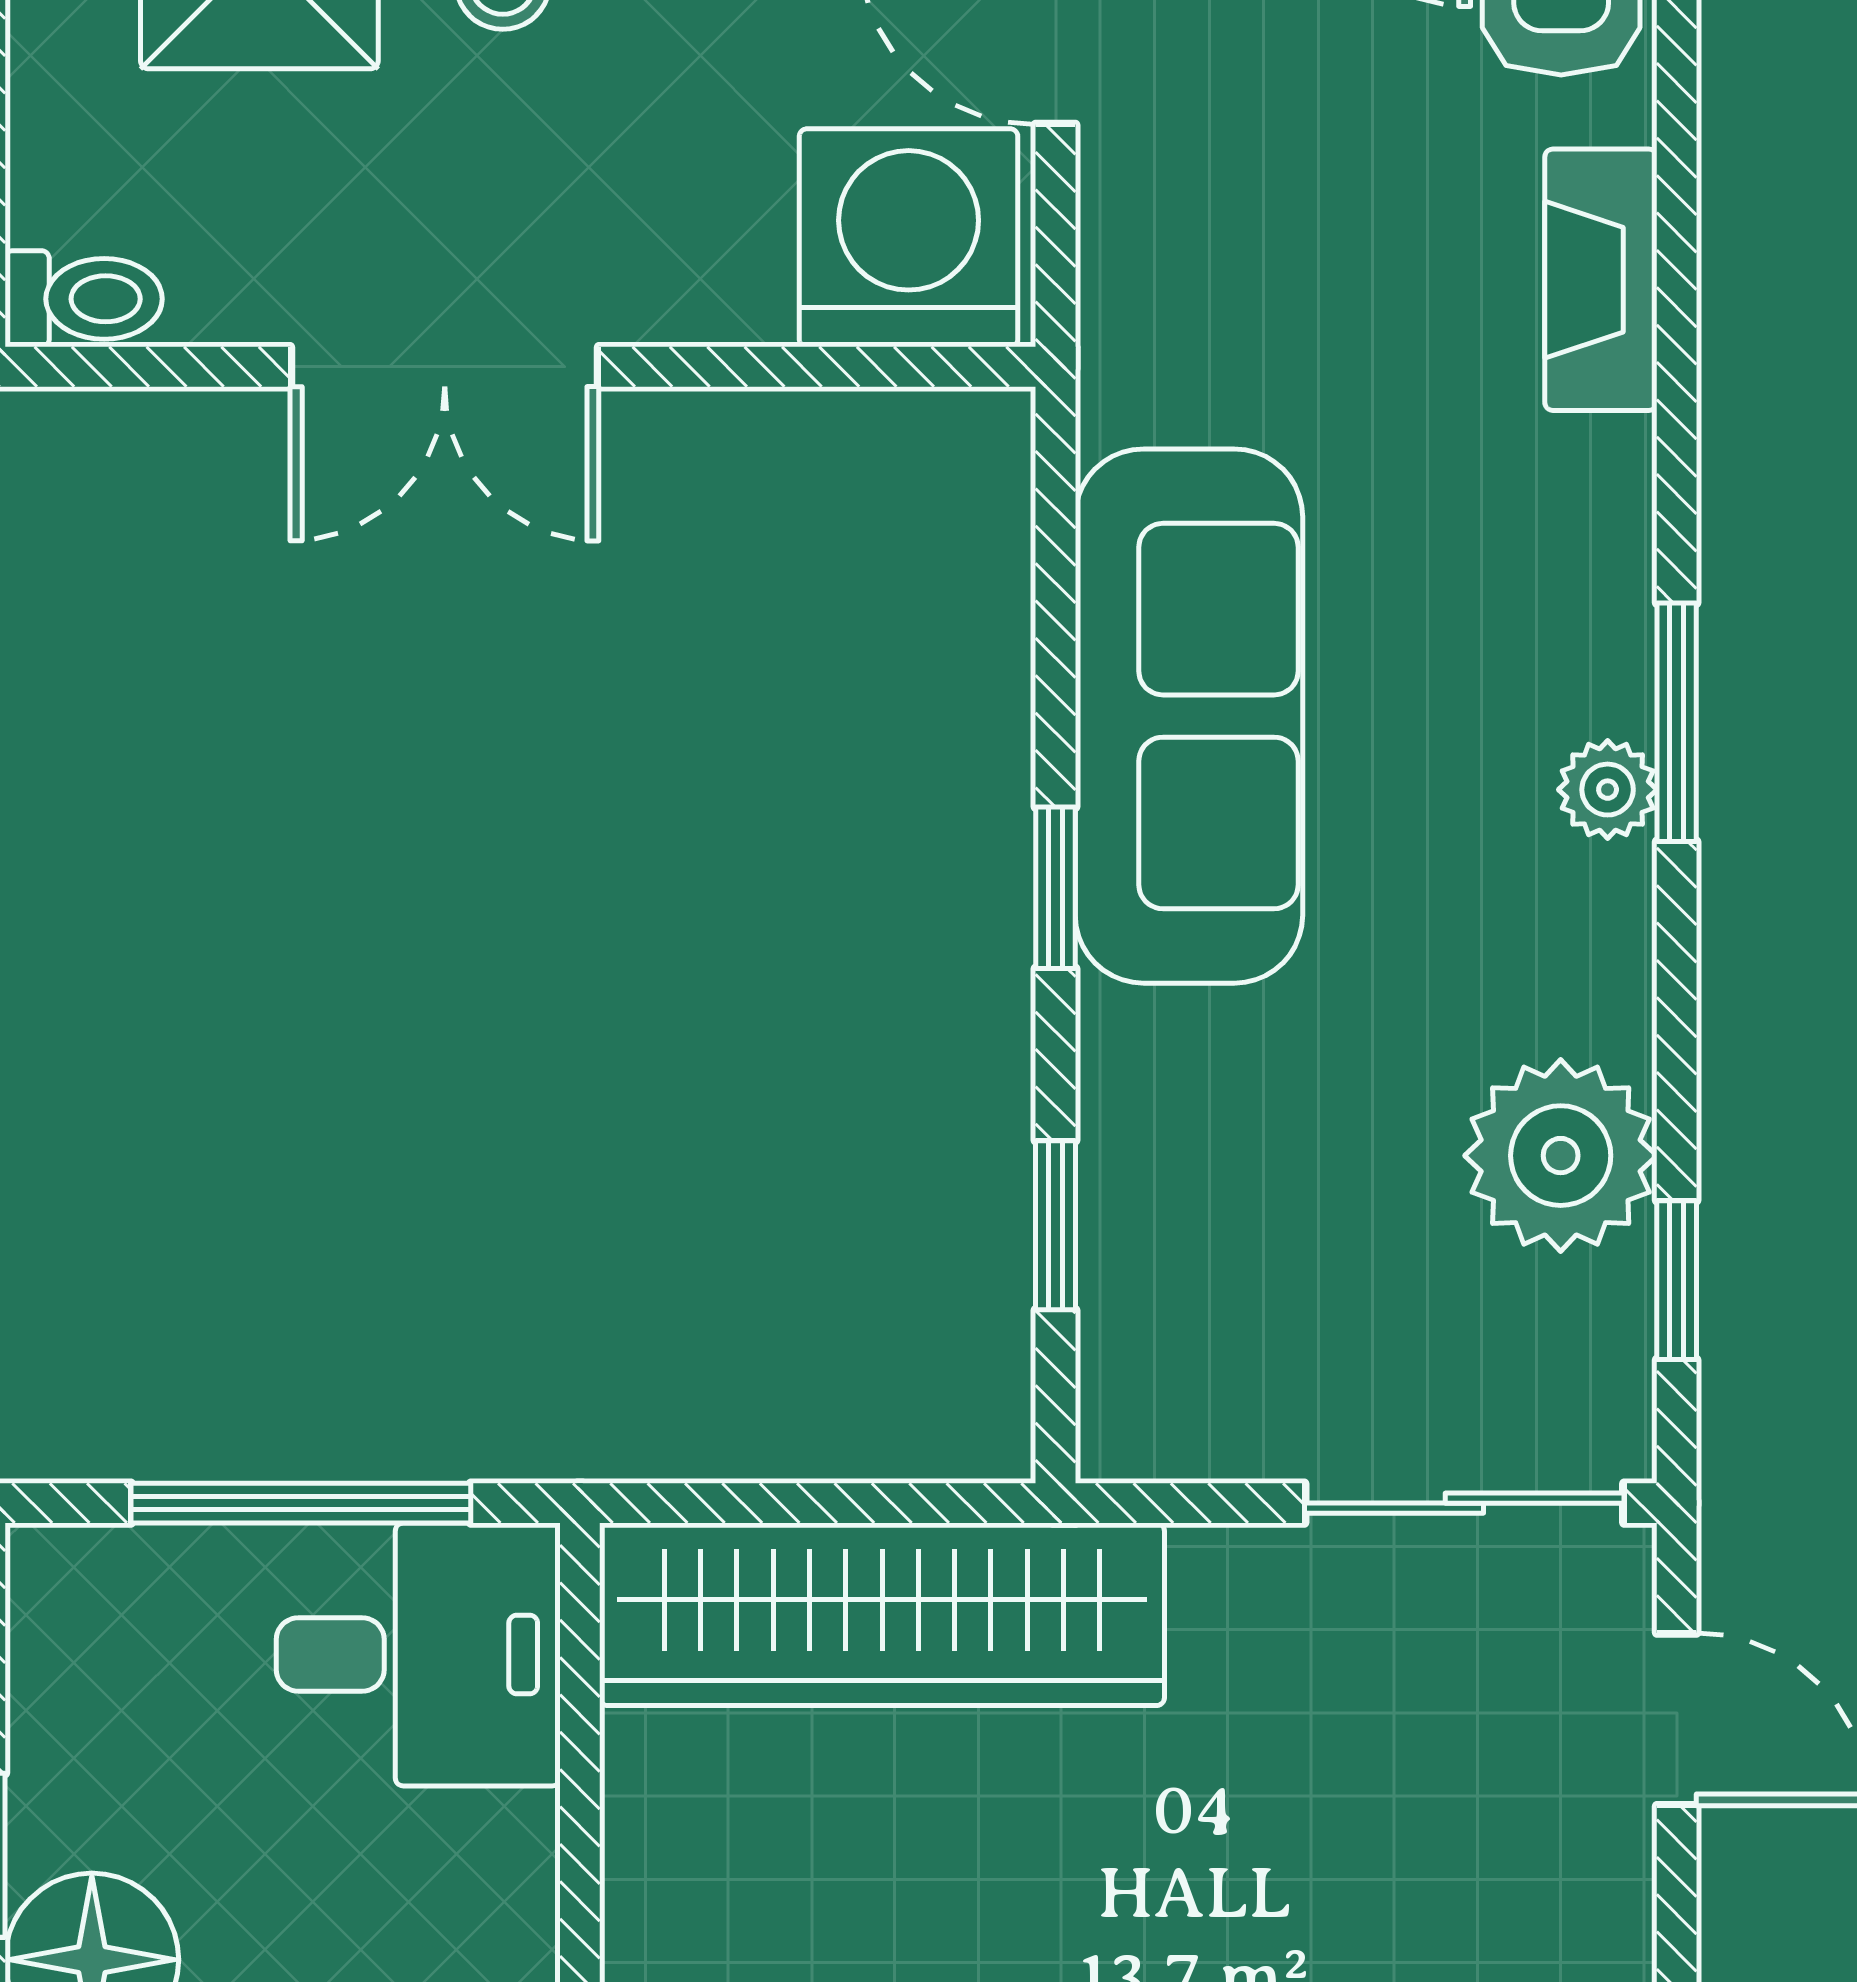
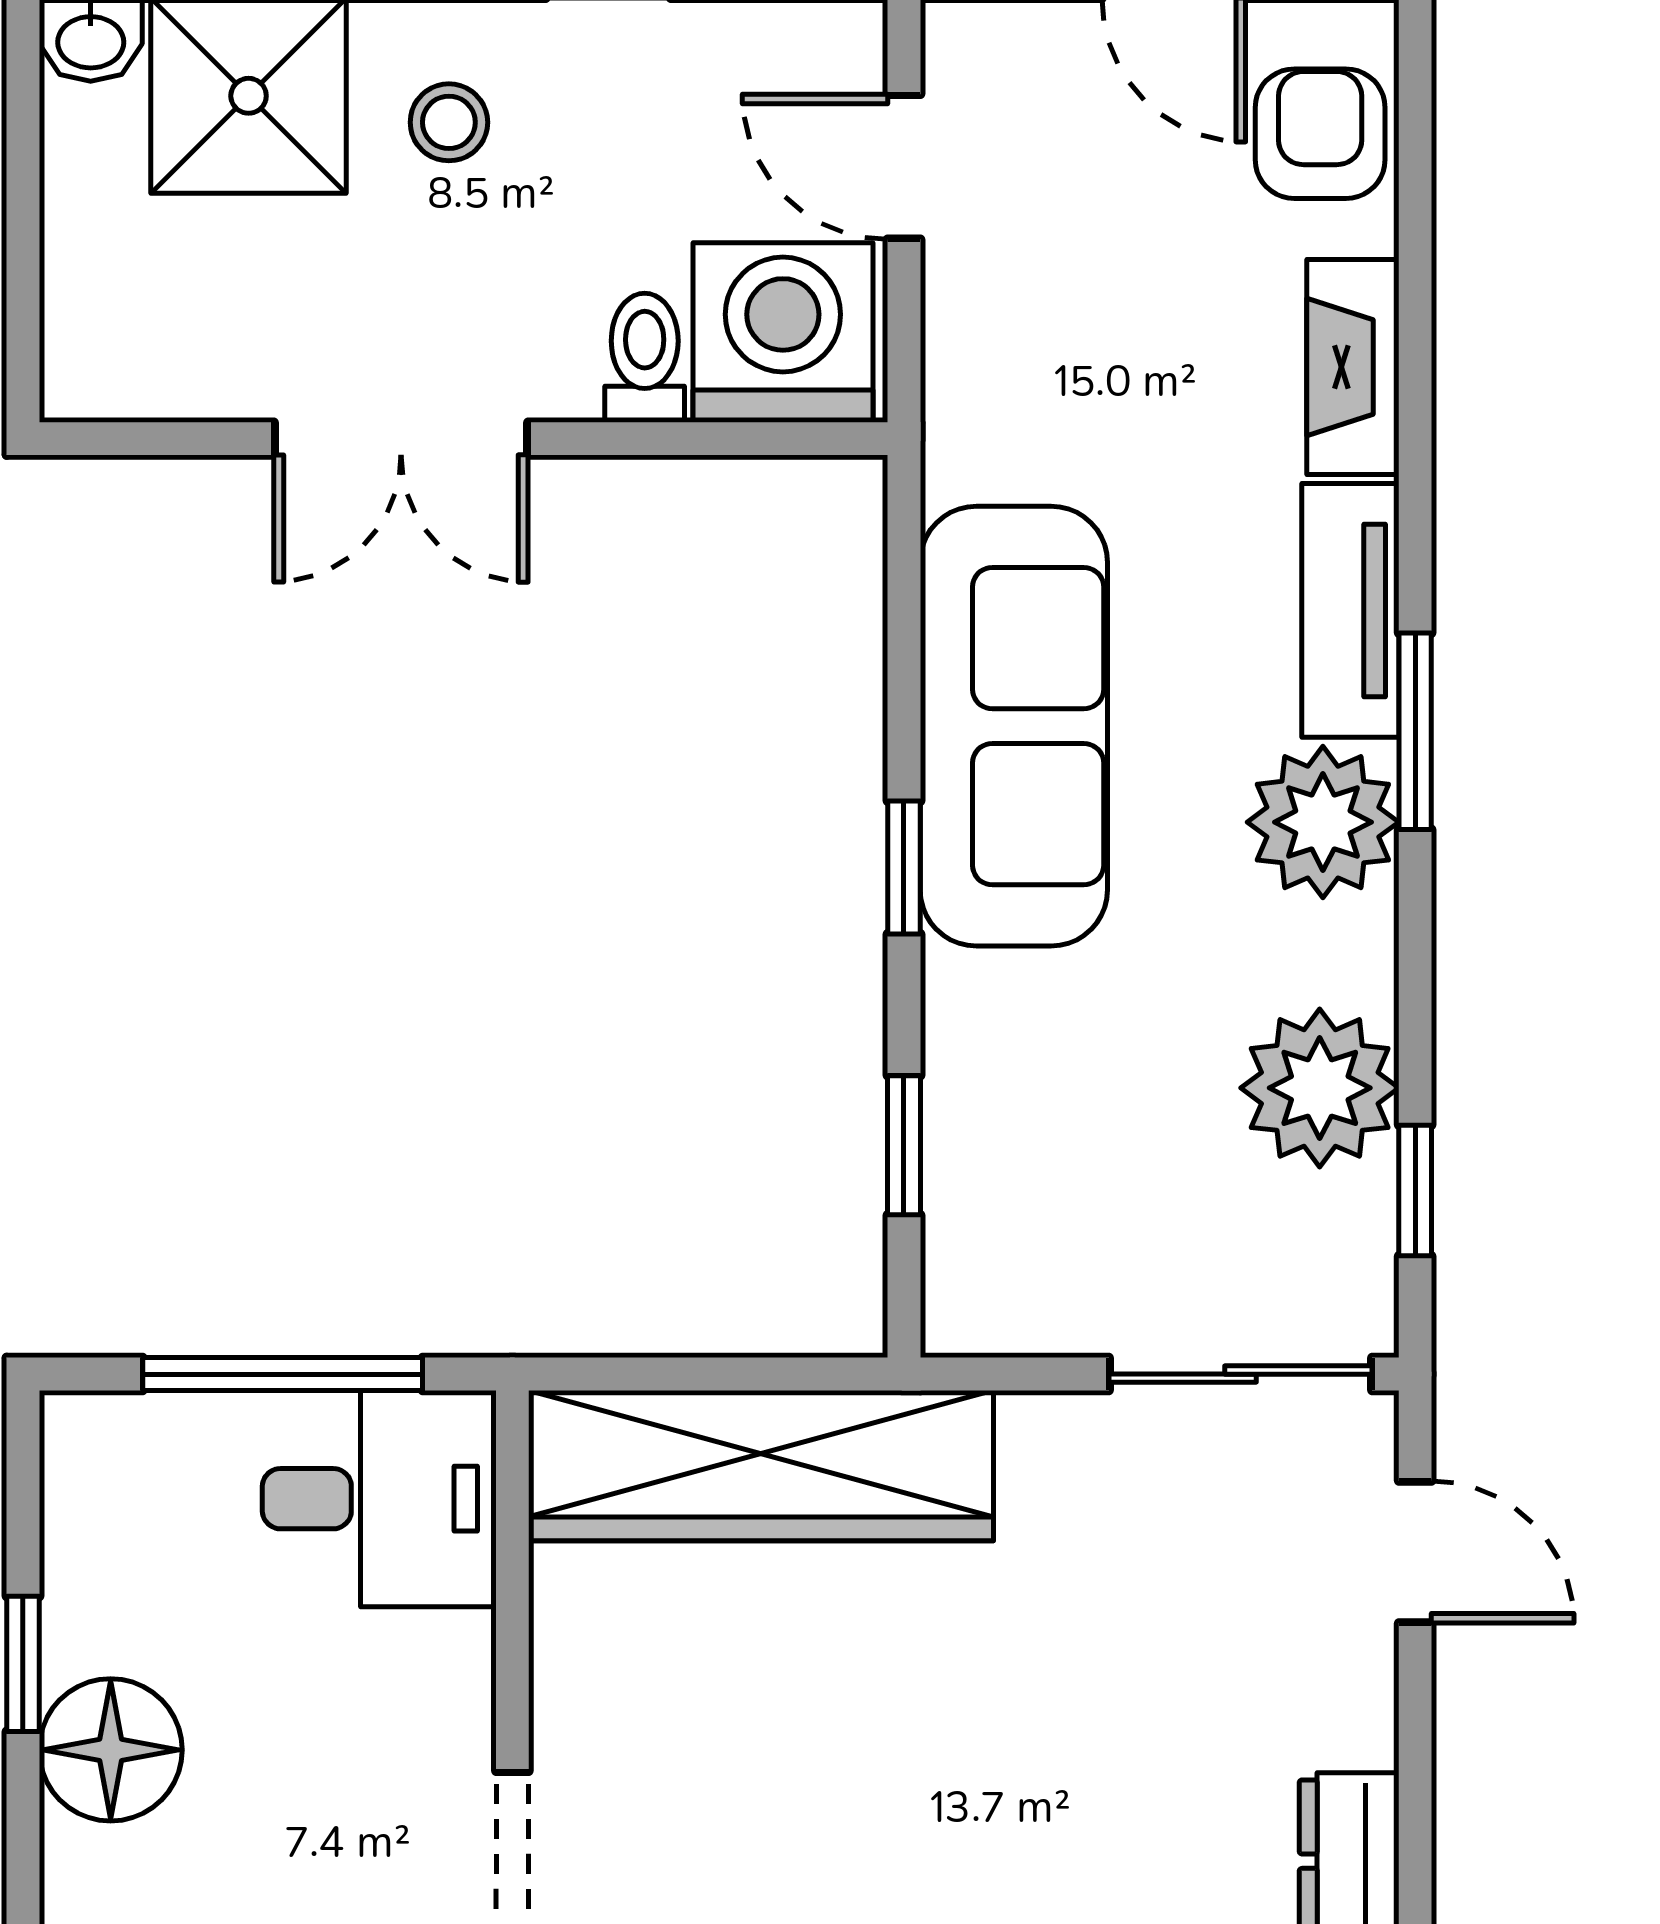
toilet: (84, 299) -> (645, 358), moved, turned -90
tv unit: (1598, 575) -> (1350, 610), added
plant: (1608, 790) -> (1323, 822), width x1.87, depth x1.87

